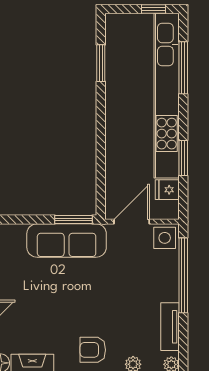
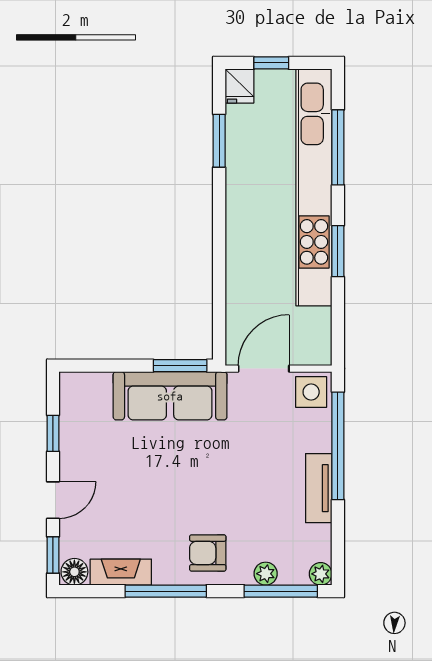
window: (153, 9) -> (271, 63), moved
window: (183, 158) -> (338, 251), moved
fridge: (167, 190) -> (239, 86), moved, turned -90
tv unit: (170, 327) -> (319, 488), moved

